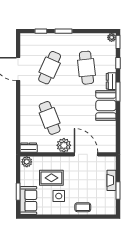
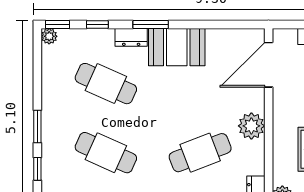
cafe table: (86, 68) -> (106, 84), turned 30
door: (86, 154) -> (269, 65), moved

